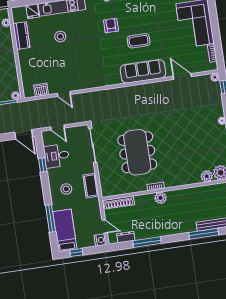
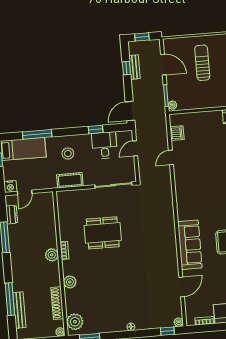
dining table: (137, 152) -> (103, 233), width x0.73, depth x0.80
plant: (207, 176) -> (70, 282), moved
shoe rack: (119, 202) -> (57, 303), moved

